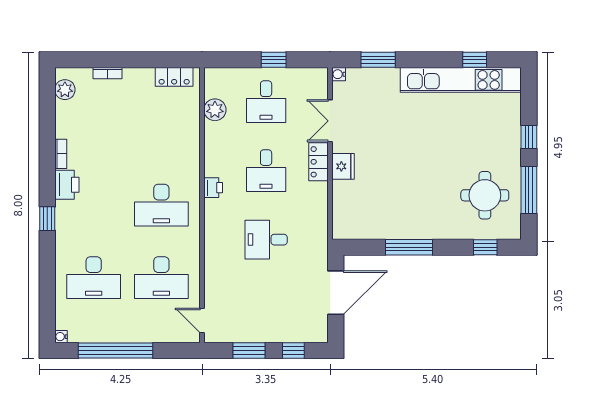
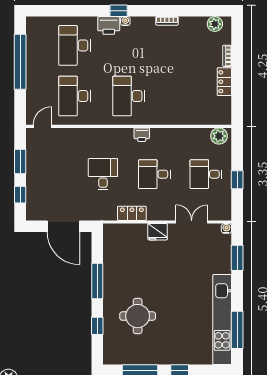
window: (475, 60) -> (237, 330), width x2.17
locker: (174, 77) -> (224, 82), moved
plant: (215, 110) -> (219, 136), moved
locker: (319, 162) -> (132, 213), moved
printer: (67, 185) -> (109, 25), moved
round table: (485, 195) -> (138, 316), moved
window: (485, 247) -> (97, 326), moved
water cooler: (61, 337) -> (125, 21), moved

